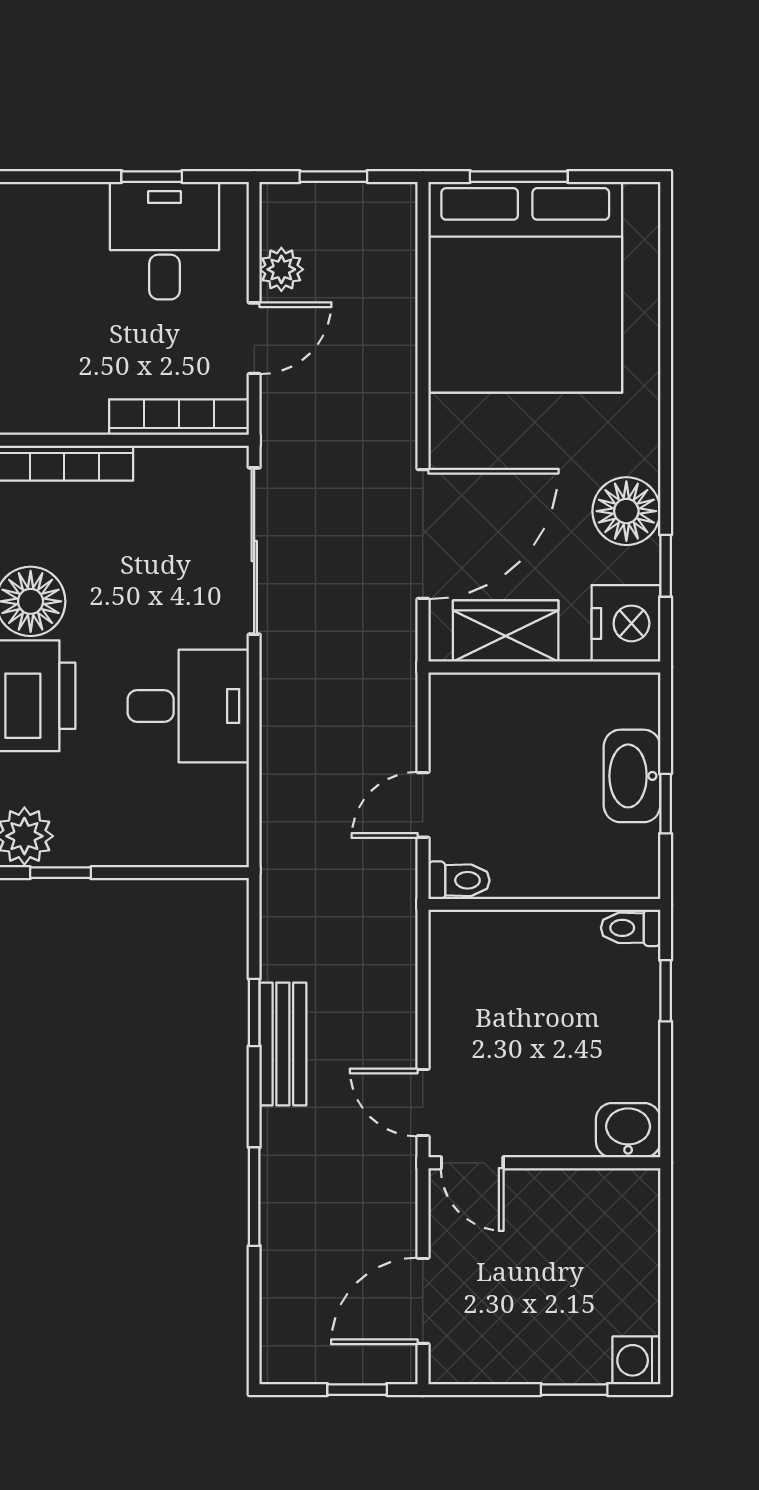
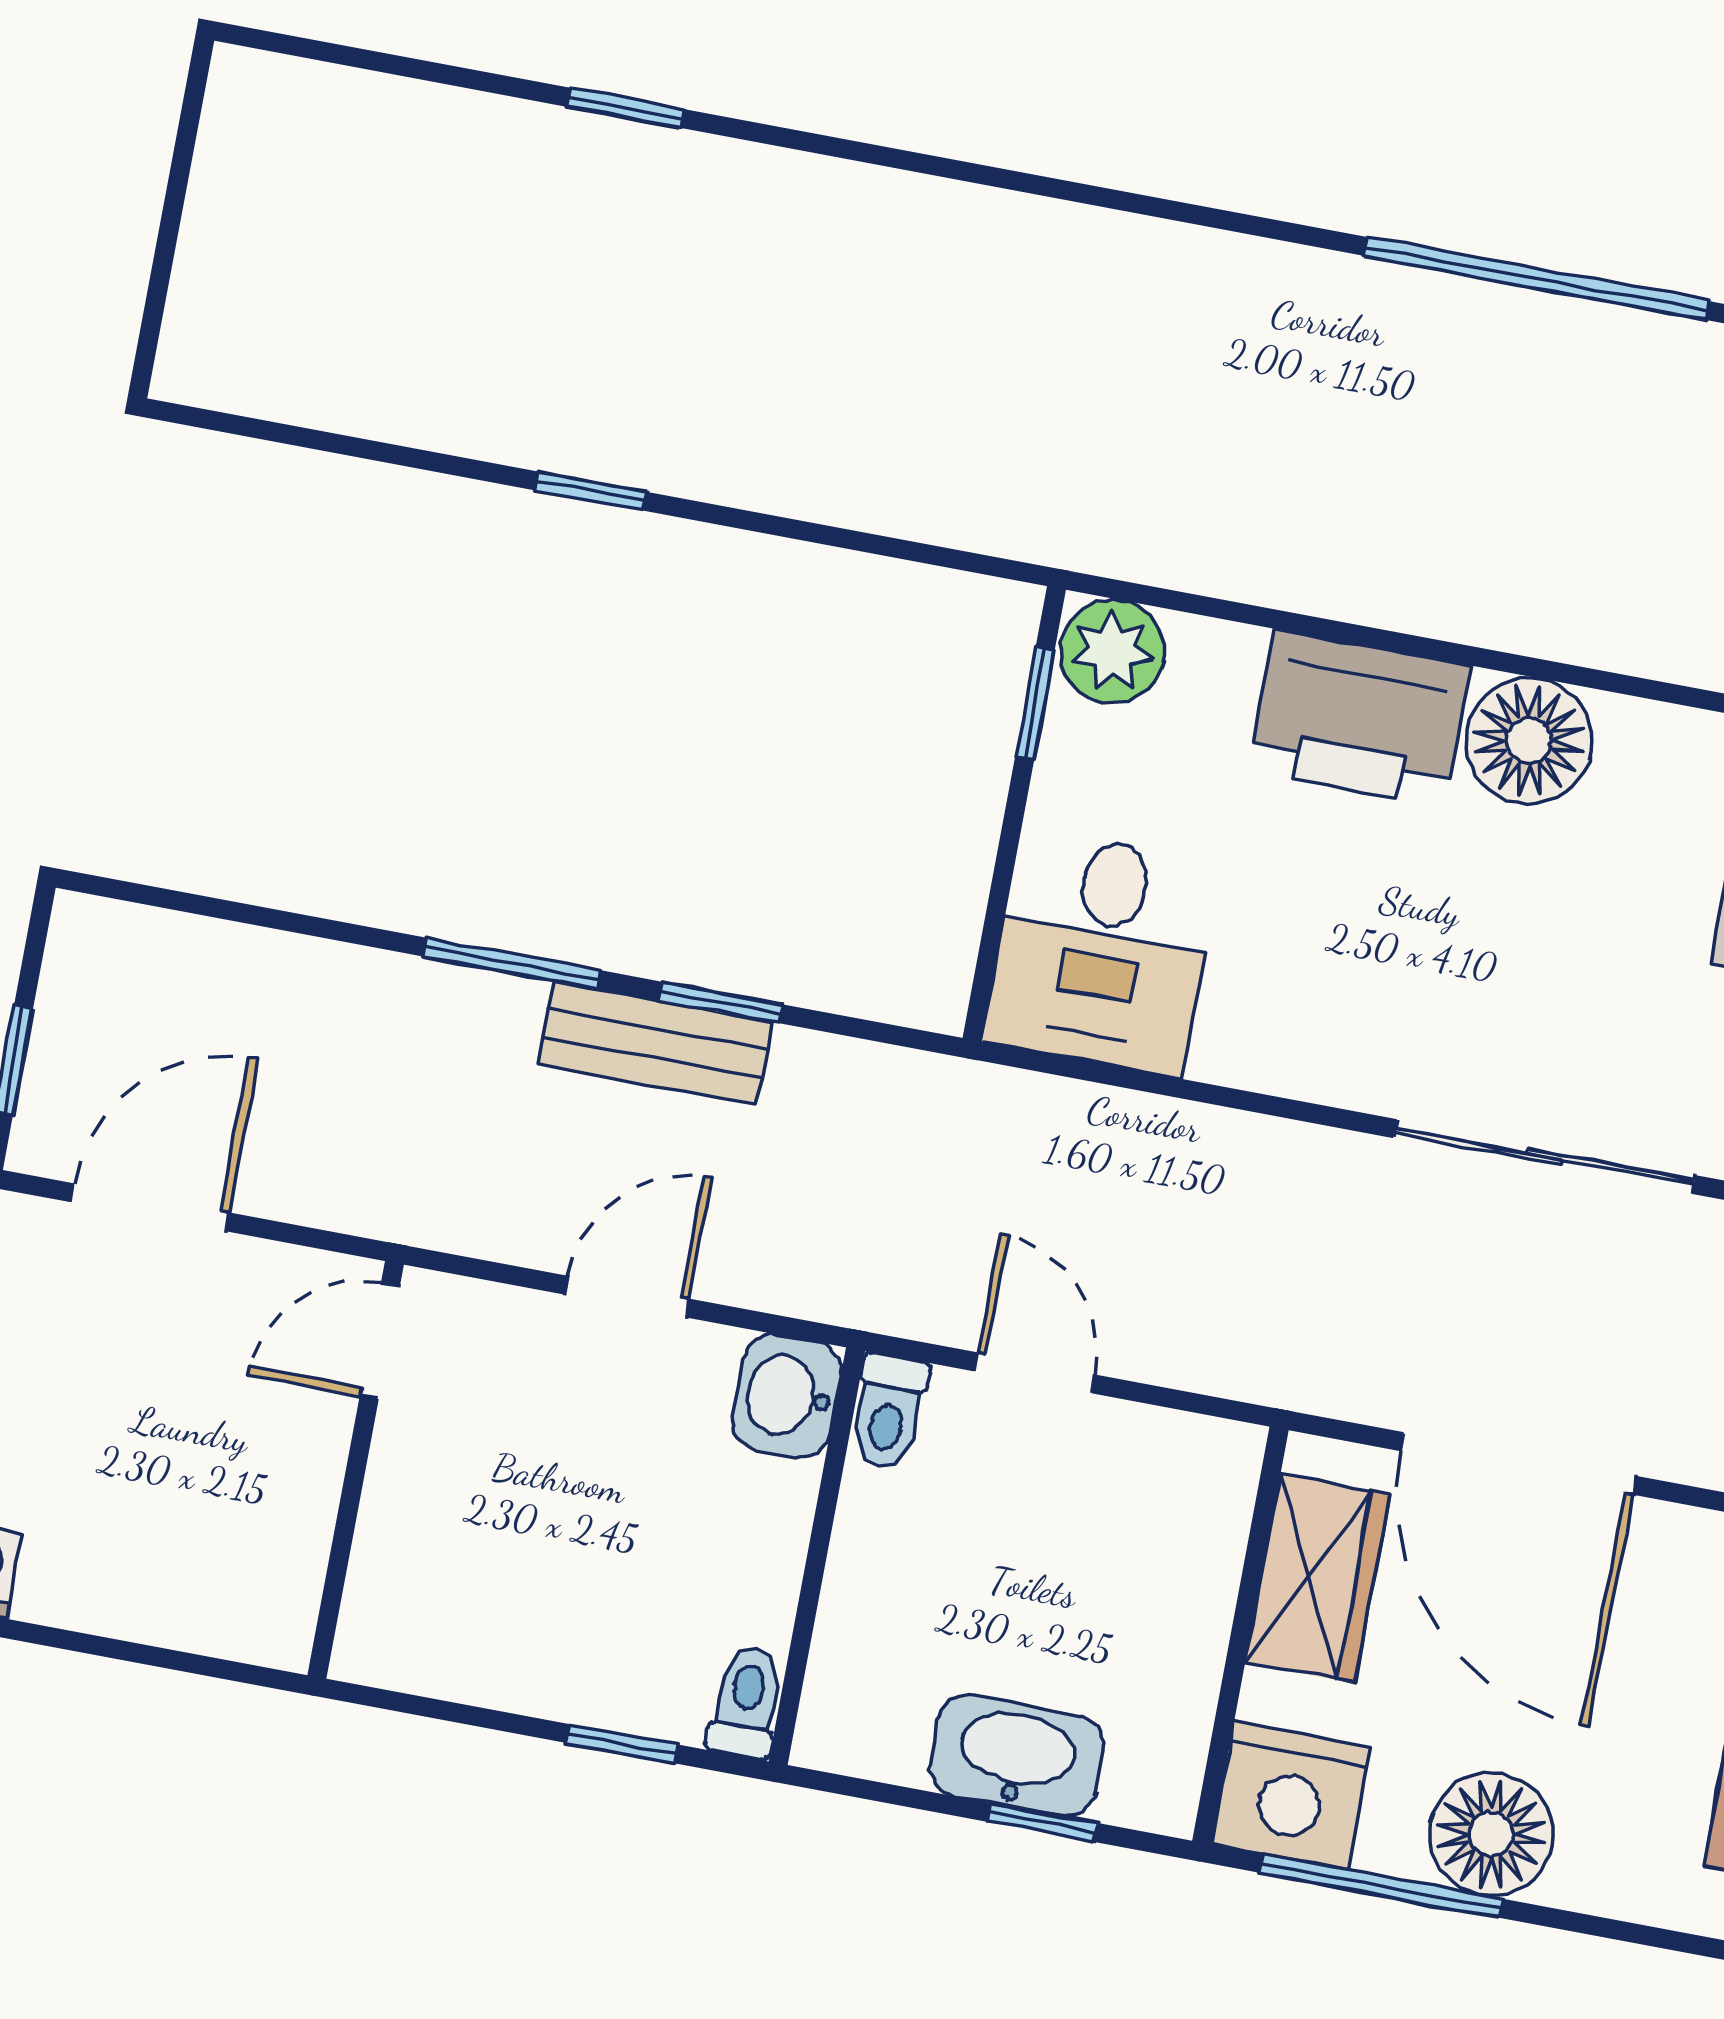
window: (666, 566) -> (1381, 1886), width x2.17
desk: (188, 706) -> (1102, 952), moved
window: (666, 804) -> (1042, 1822), moved
door: (423, 1102) -> (627, 1297), moved
washbasin: (628, 1130) -> (787, 1396), moved, turned 180
window: (254, 1197) -> (512, 963), moved
door: (423, 1301) -> (150, 1207), hinge flipped

